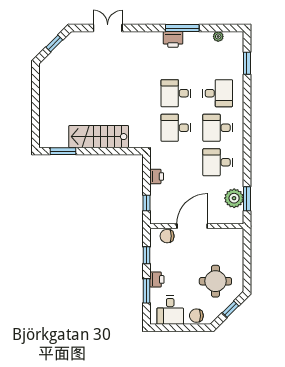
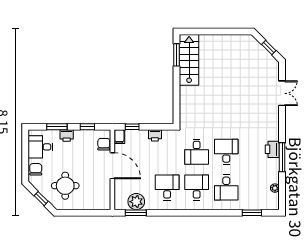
desk: (176, 128) -> (197, 152), turned 180
stairs: (99, 137) -> (189, 60), moved
filing cabinet: (158, 218) -> (119, 137), added

